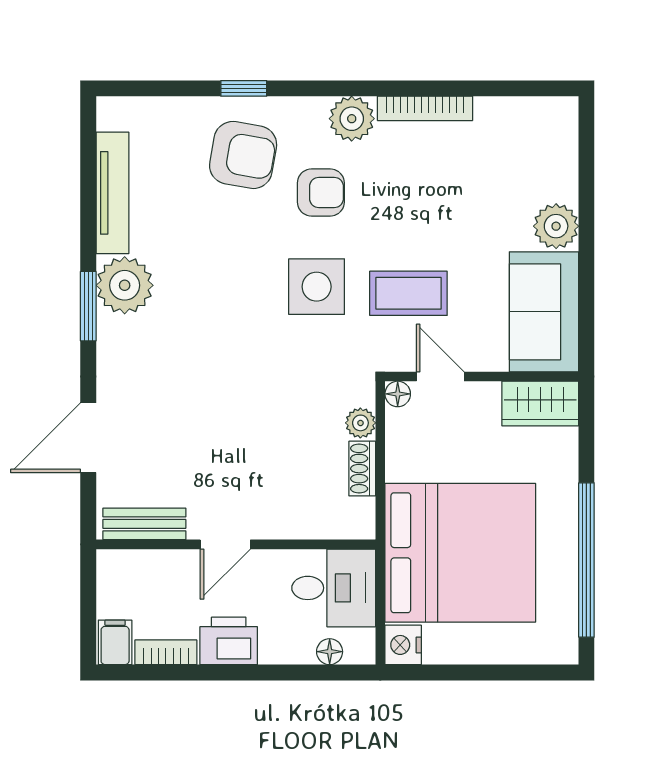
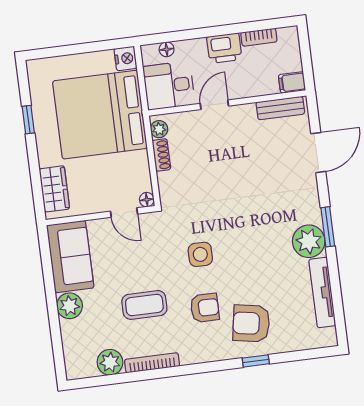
plant: (352, 119) -> (110, 362), moved
armchair: (321, 192) -> (205, 308), turned 180
side table: (317, 287) -> (200, 254), width x0.73, depth x0.73
coffee table: (408, 293) -> (144, 305), moved
wardrobe: (540, 403) -> (54, 189), moved, turned 90
plant: (360, 423) -> (159, 129), moved
door: (225, 544) -> (214, 105), moved
window: (586, 560) -> (28, 120), width x0.32
filing cabinet: (115, 642) -> (292, 82), moved, turned 90

